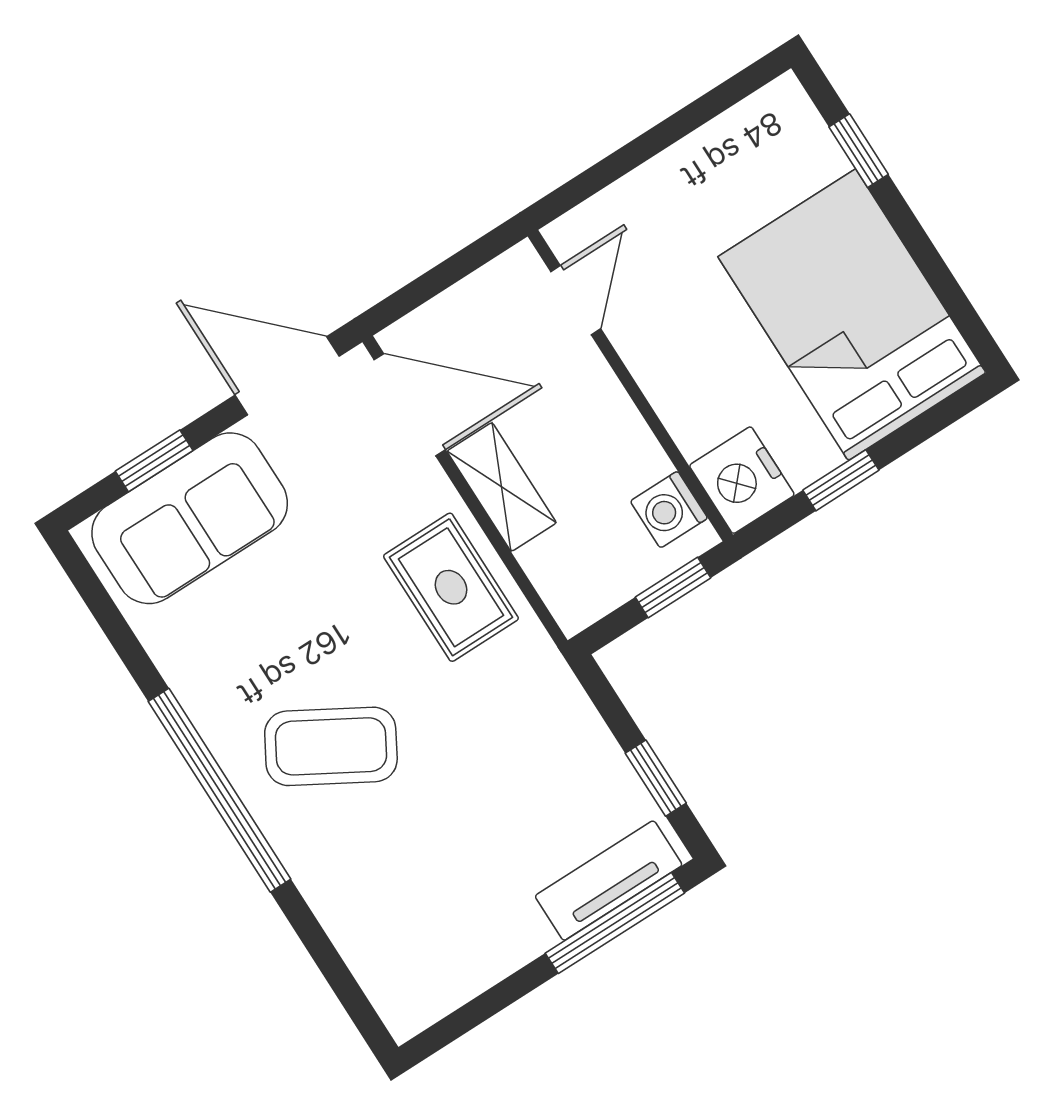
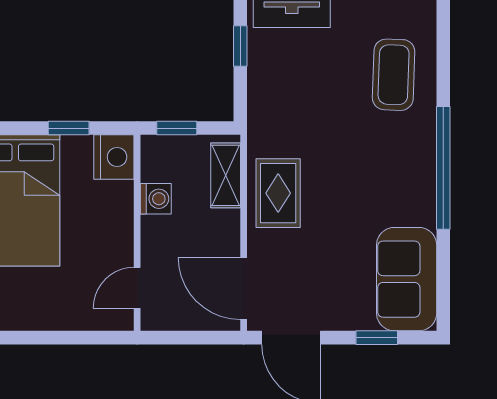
shelving: (502, 487) -> (226, 175), moved
washing machine: (669, 510) -> (156, 199), moved
sofa: (190, 518) -> (407, 279), moved, turned -90
coffee table: (331, 746) -> (394, 75), moved, turned 62

